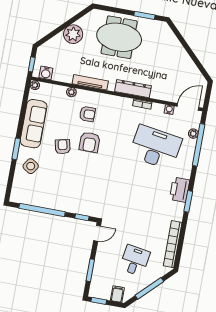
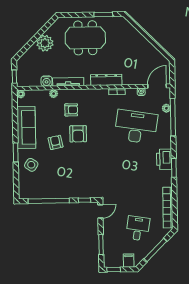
water cooler: (46, 73) -> (46, 81), moved

